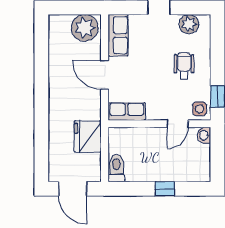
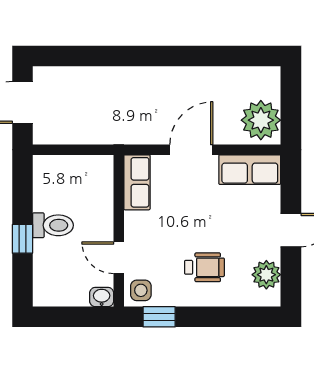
fridge: (88, 137) -> (100, 125), removed
toilet: (116, 168) -> (53, 225), moved

